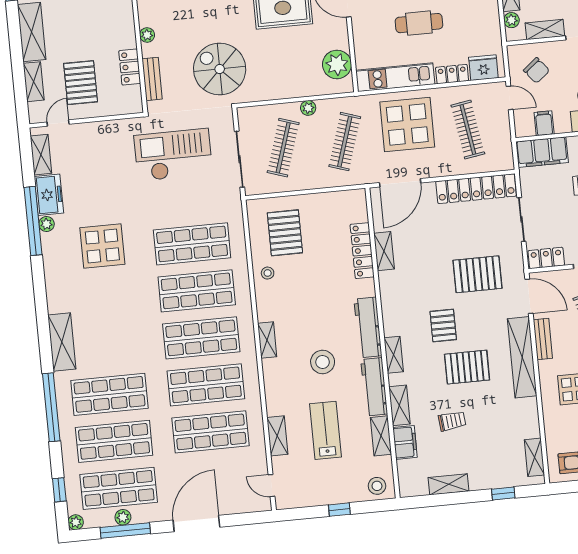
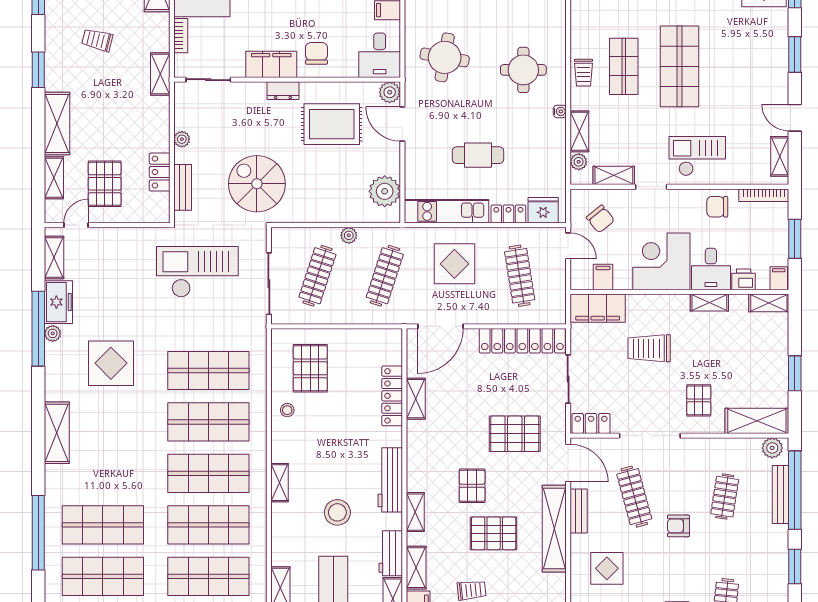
display table: (407, 124) -> (454, 264), width x0.73, depth x0.73
shelving: (62, 342) -> (57, 433), moved
workbench: (374, 387) -> (391, 553), width x0.73

